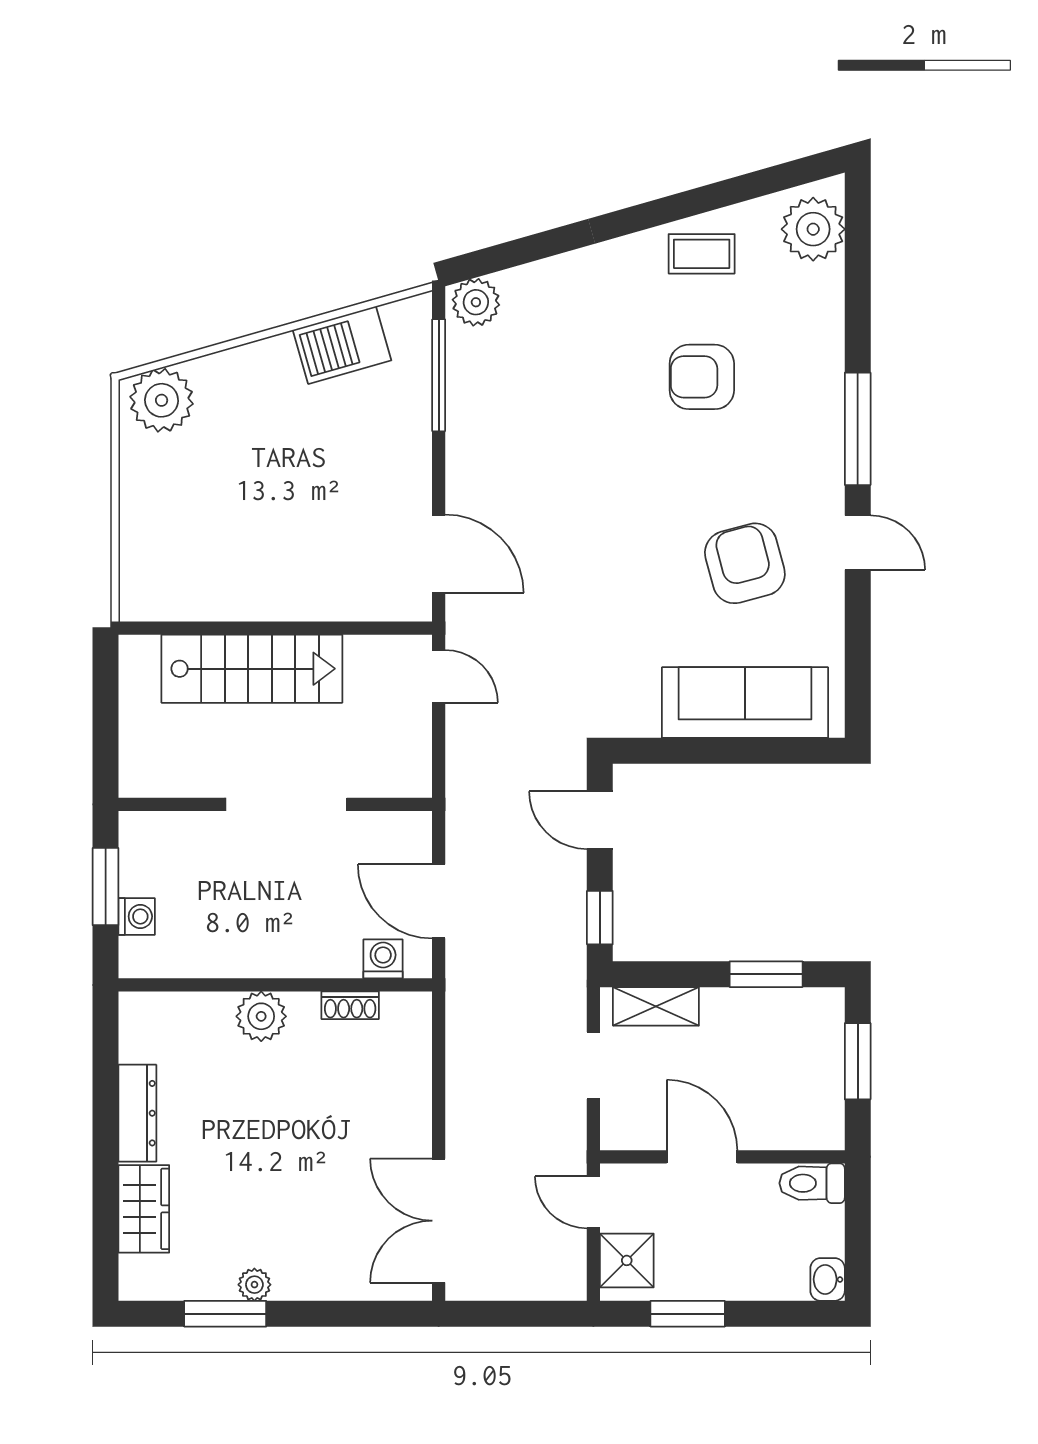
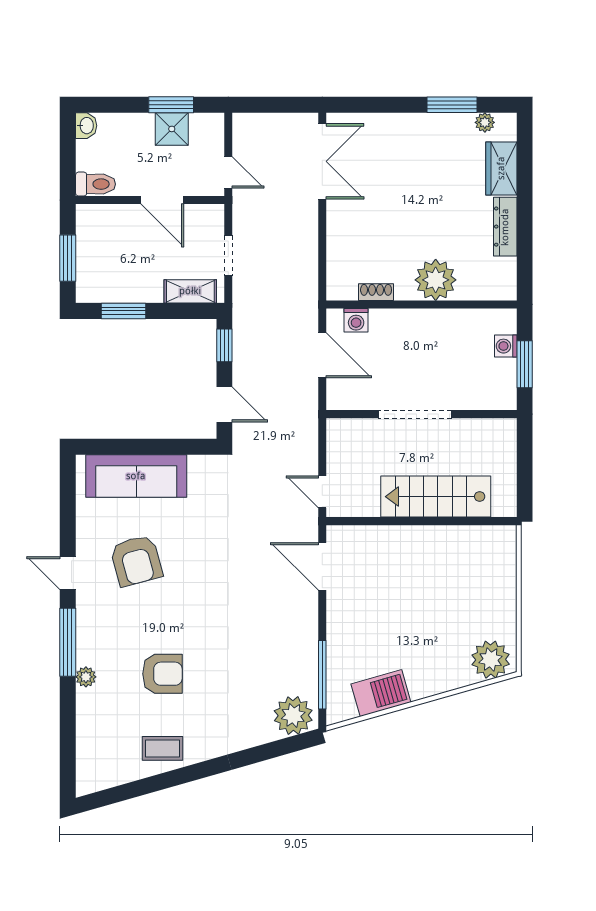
plant: (813, 229) -> (86, 677), moved, width x0.53, depth x0.53
plant: (476, 302) -> (293, 715), width x1.36, depth x1.36
plant: (261, 1016) -> (436, 280), width x1.36, depth x1.36
shower: (627, 1260) -> (172, 129), moved
plant: (254, 1285) -> (485, 122), moved

